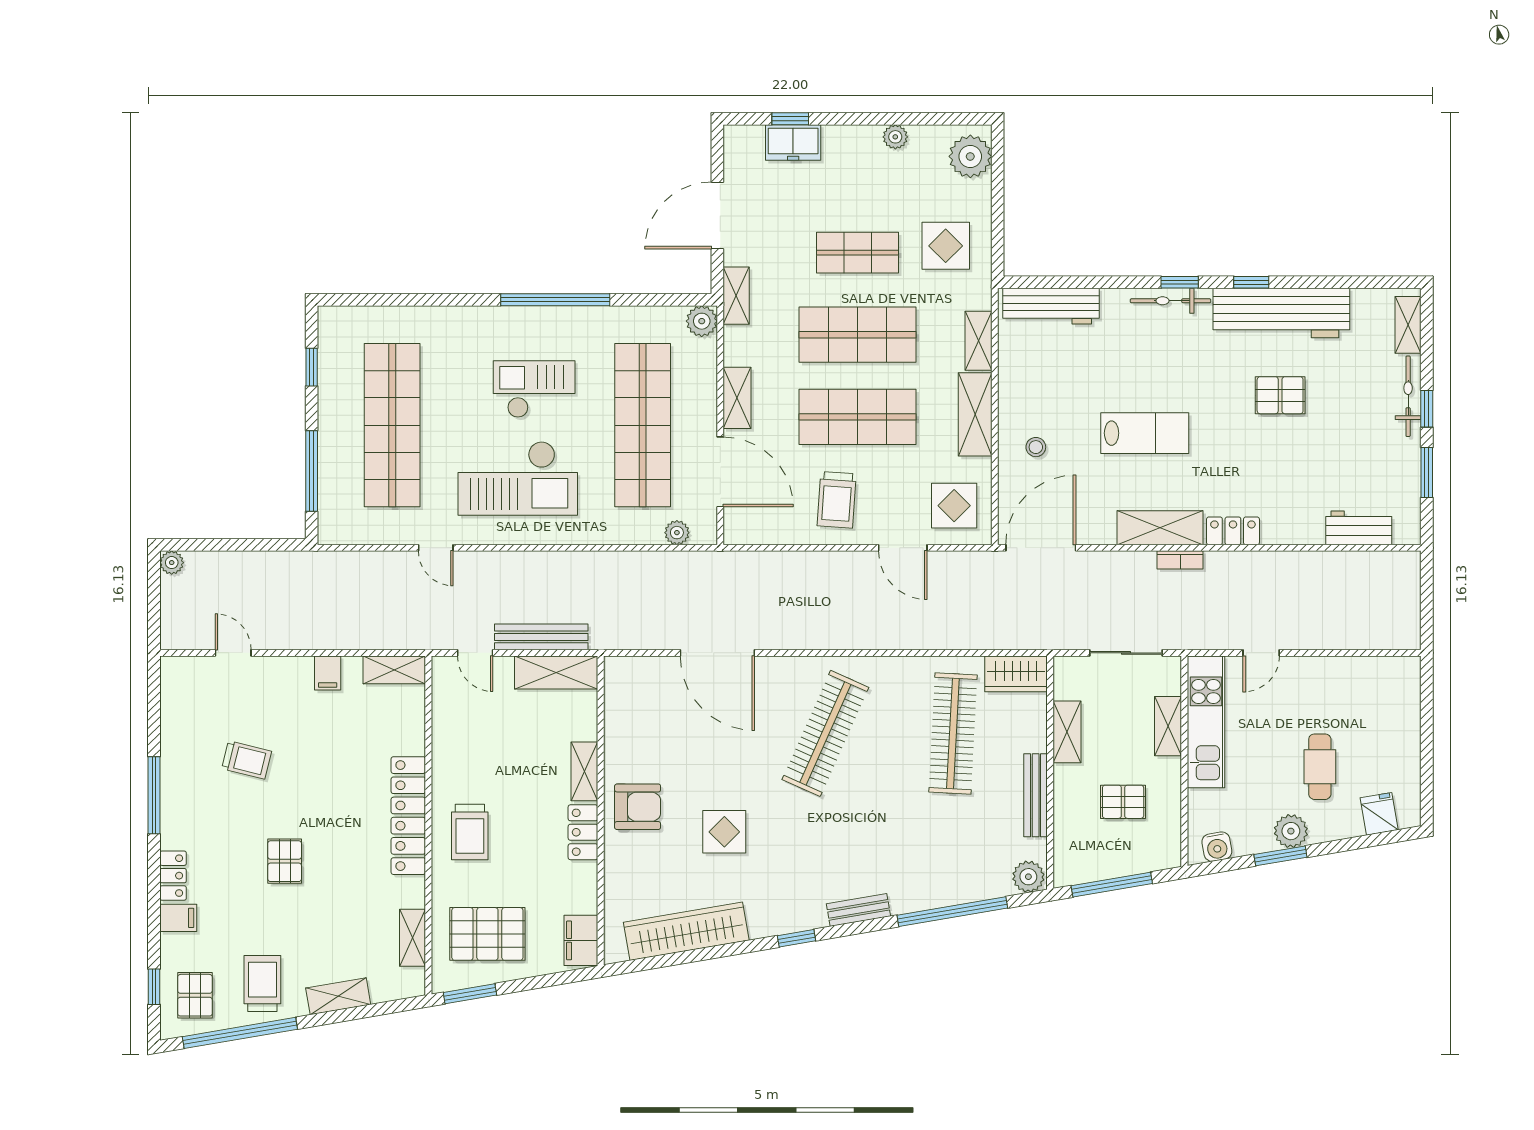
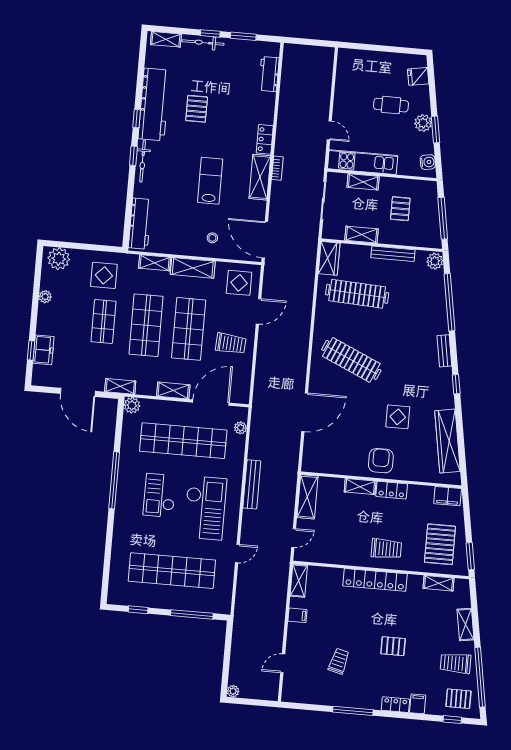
bench: (541, 637) -> (252, 484), moved

